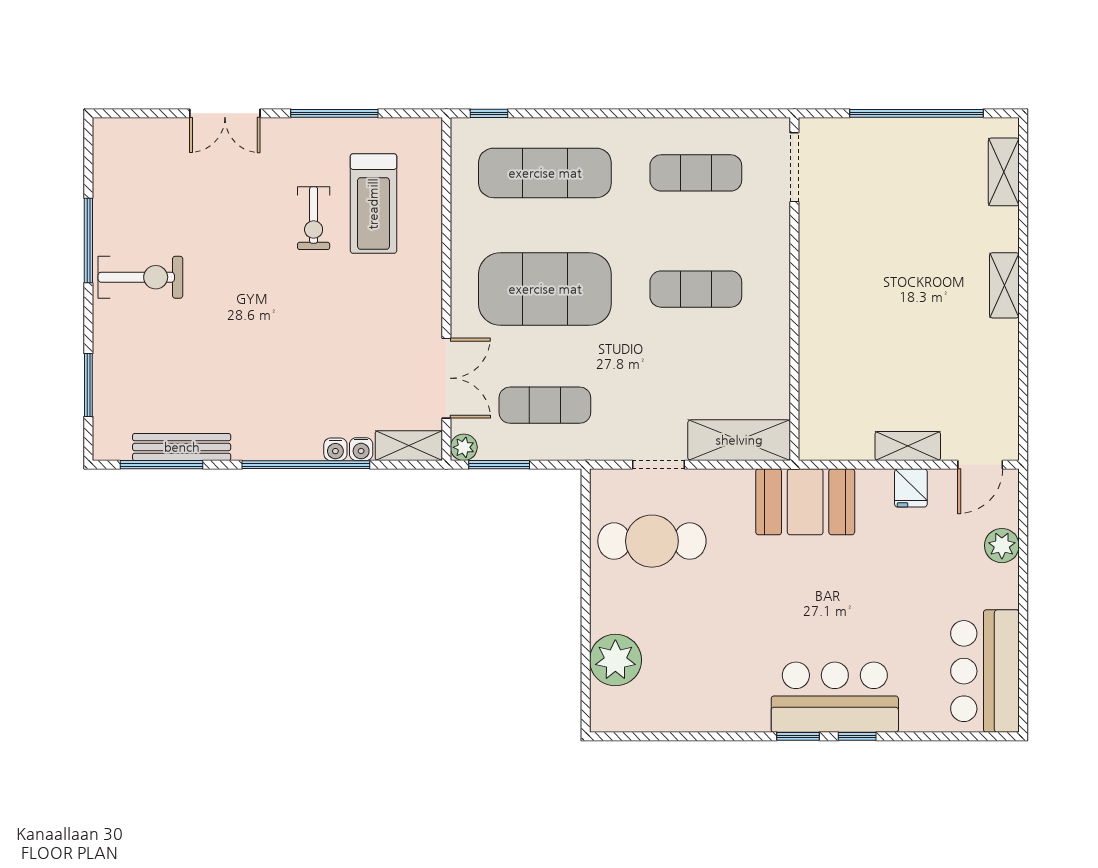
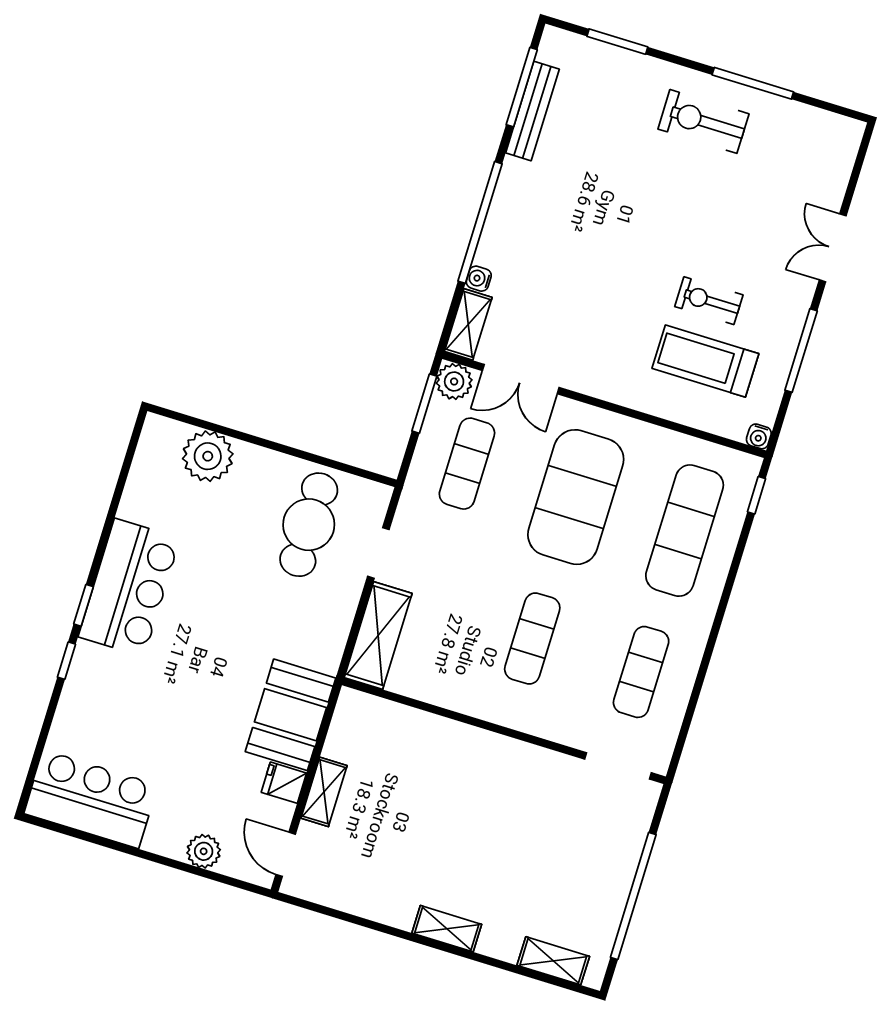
exercise bike: (140, 277) -> (703, 121), turned 90
plant: (464, 447) -> (454, 382), width x1.38, depth x1.38
water cooler: (335, 449) -> (759, 436), moved, turned -90
booth: (805, 502) -> (291, 715), moved
bar counter: (835, 697) -> (129, 588), moved

